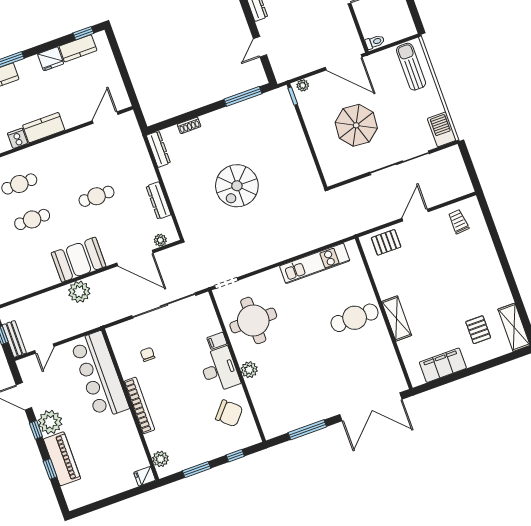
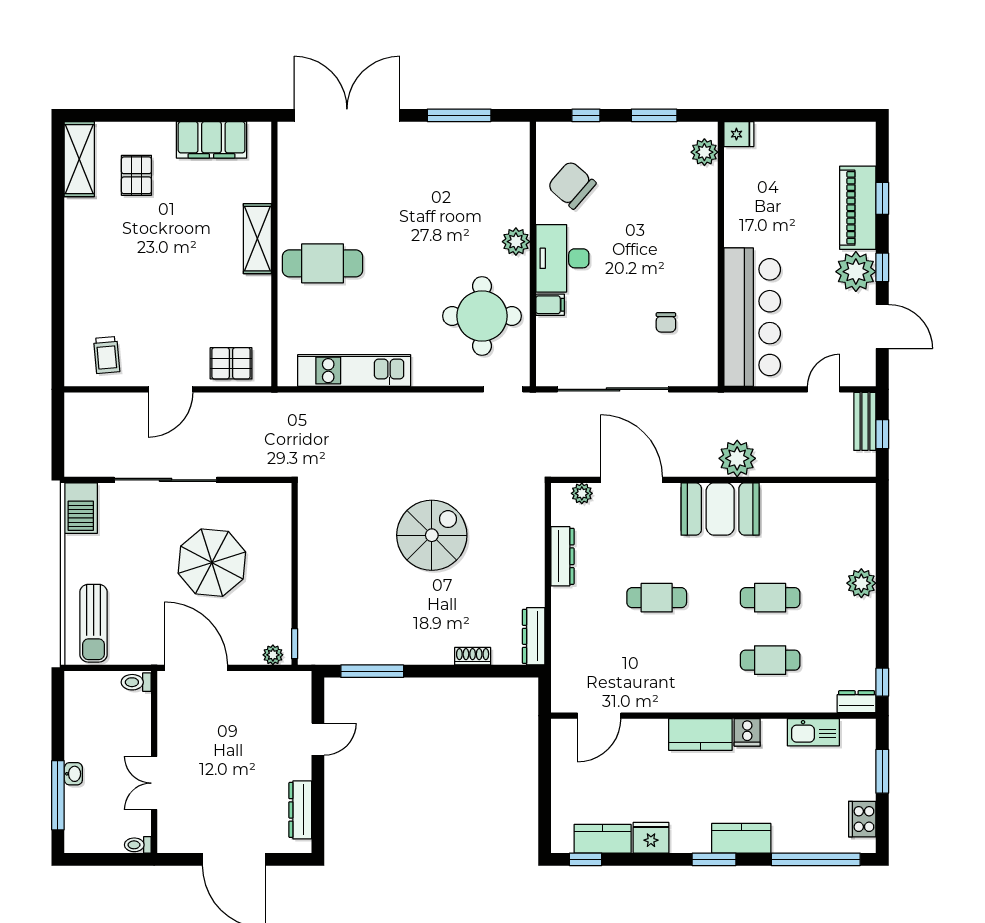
bookcase: (139, 405) -> (707, 247), removed

